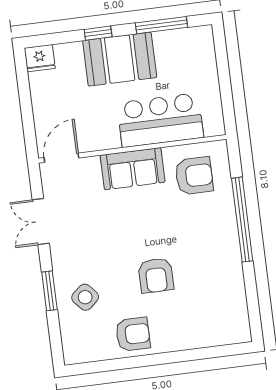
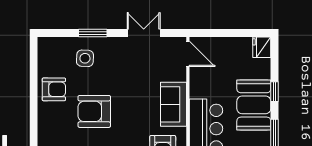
armchair: (156, 275) -> (94, 111), width x1.36, depth x1.36
side table: (85, 297) -> (85, 58), turned 45
armchair: (133, 334) -> (54, 89), turned -90

